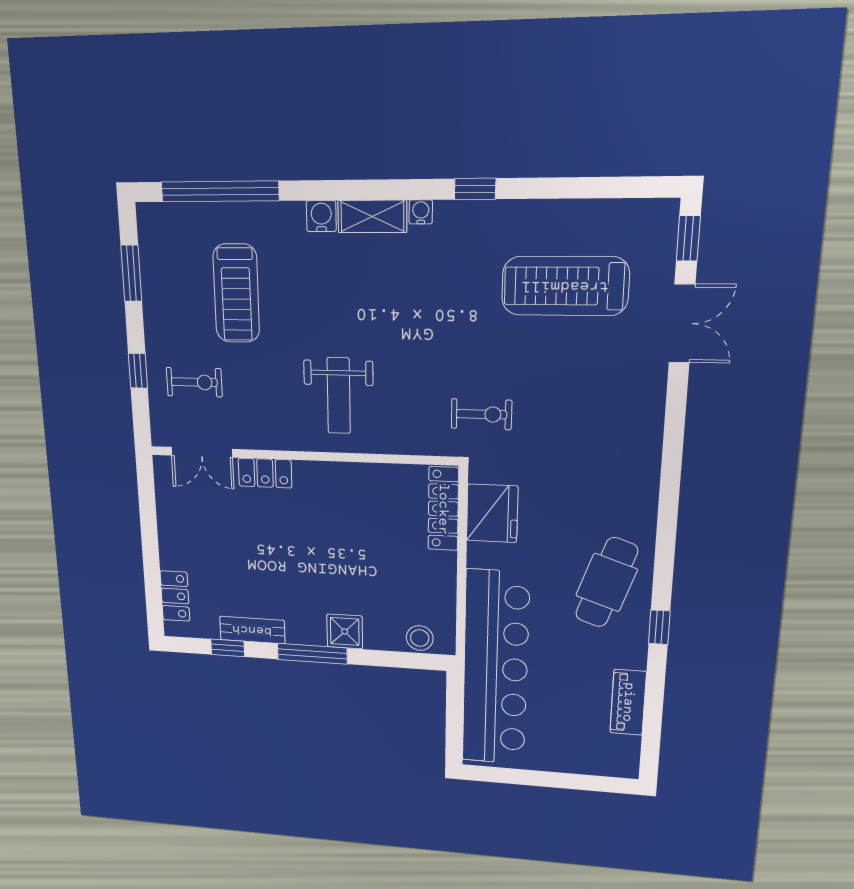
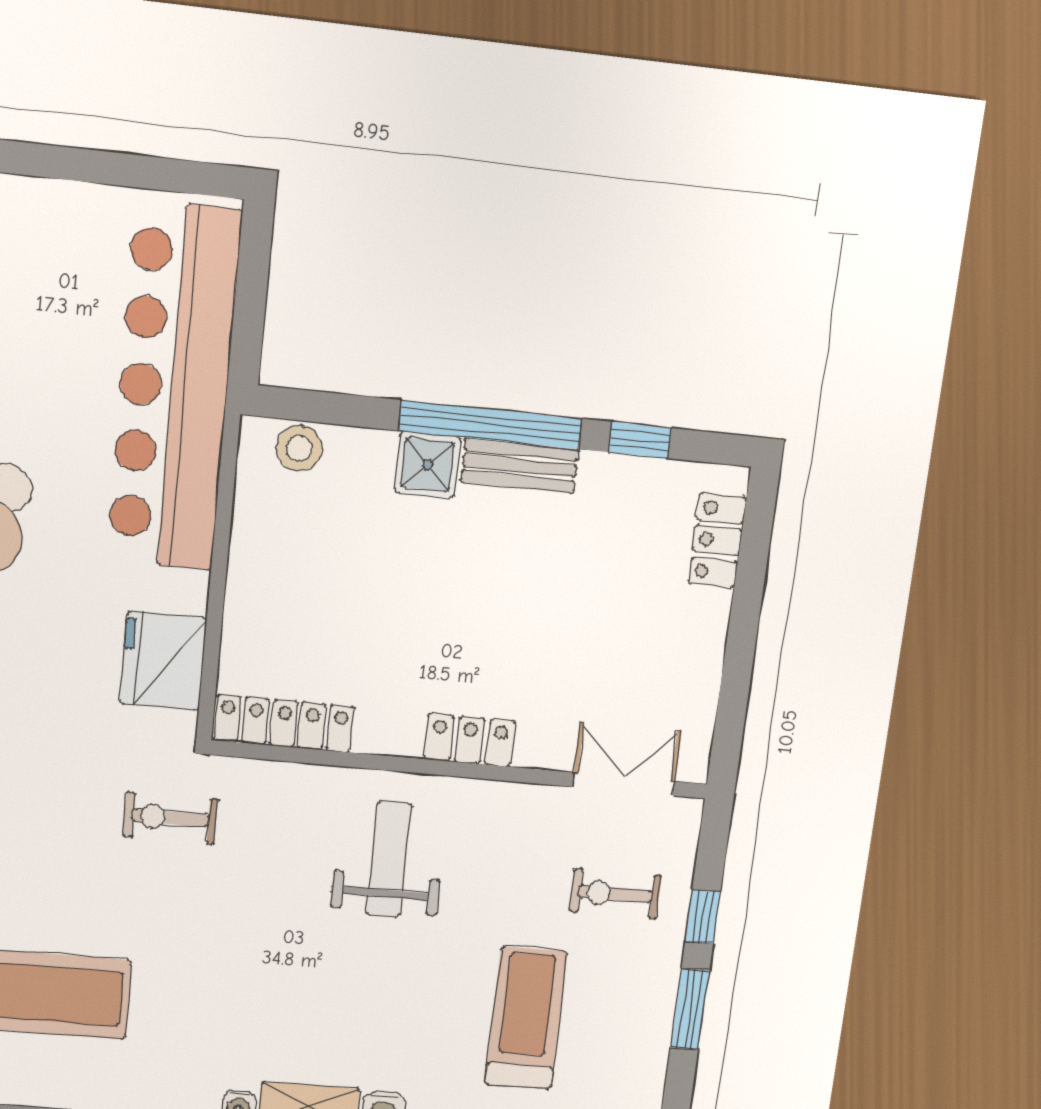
window: (131, 273) -> (690, 1009), moved
locker: (265, 473) -> (470, 740), moved
locker: (443, 509) -> (284, 723), moved, turned -90
bench: (252, 630) -> (520, 466), moved
window: (312, 654) -> (490, 425), width x1.46

